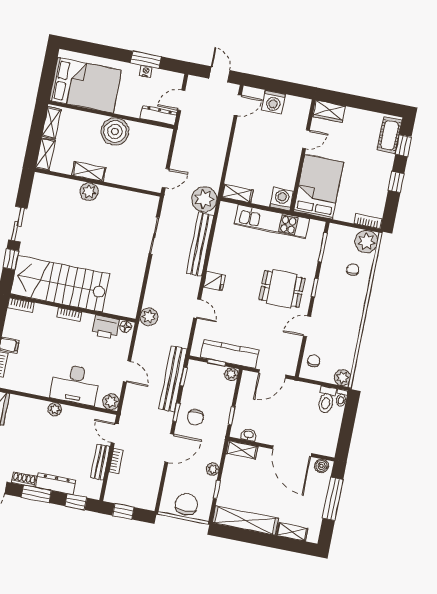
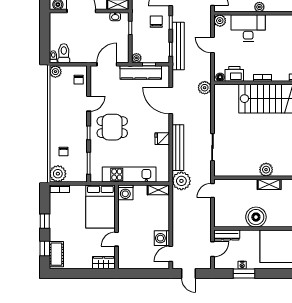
washing machine: (273, 102) -> (162, 238), moved, turned -90
fridge: (214, 281) -> (162, 139), moved
door: (197, 309) -> (171, 101), width x1.88

